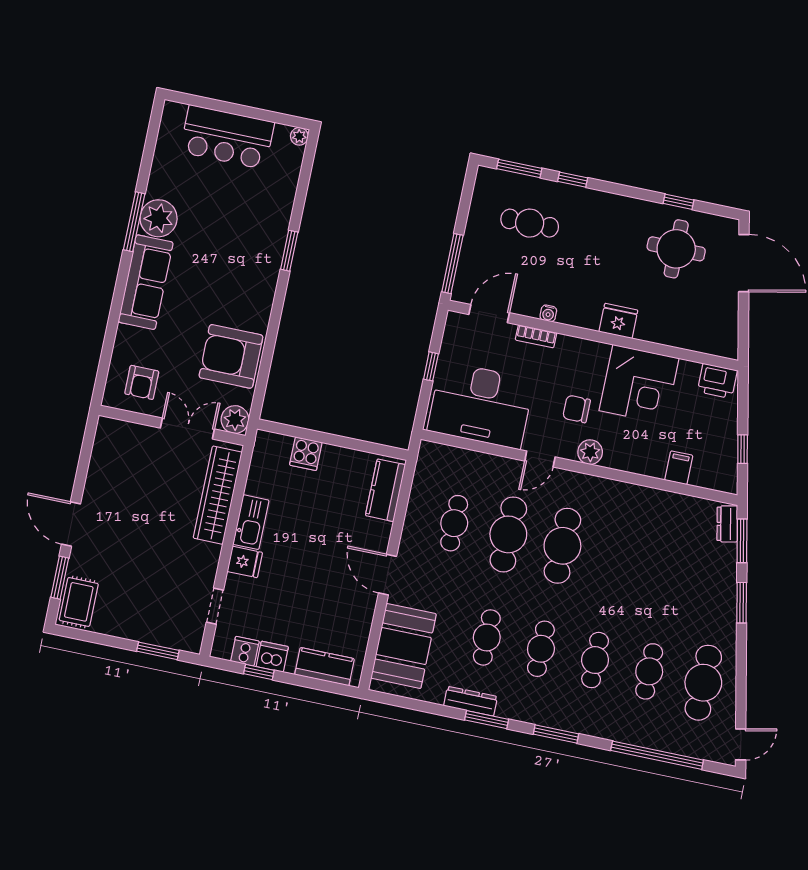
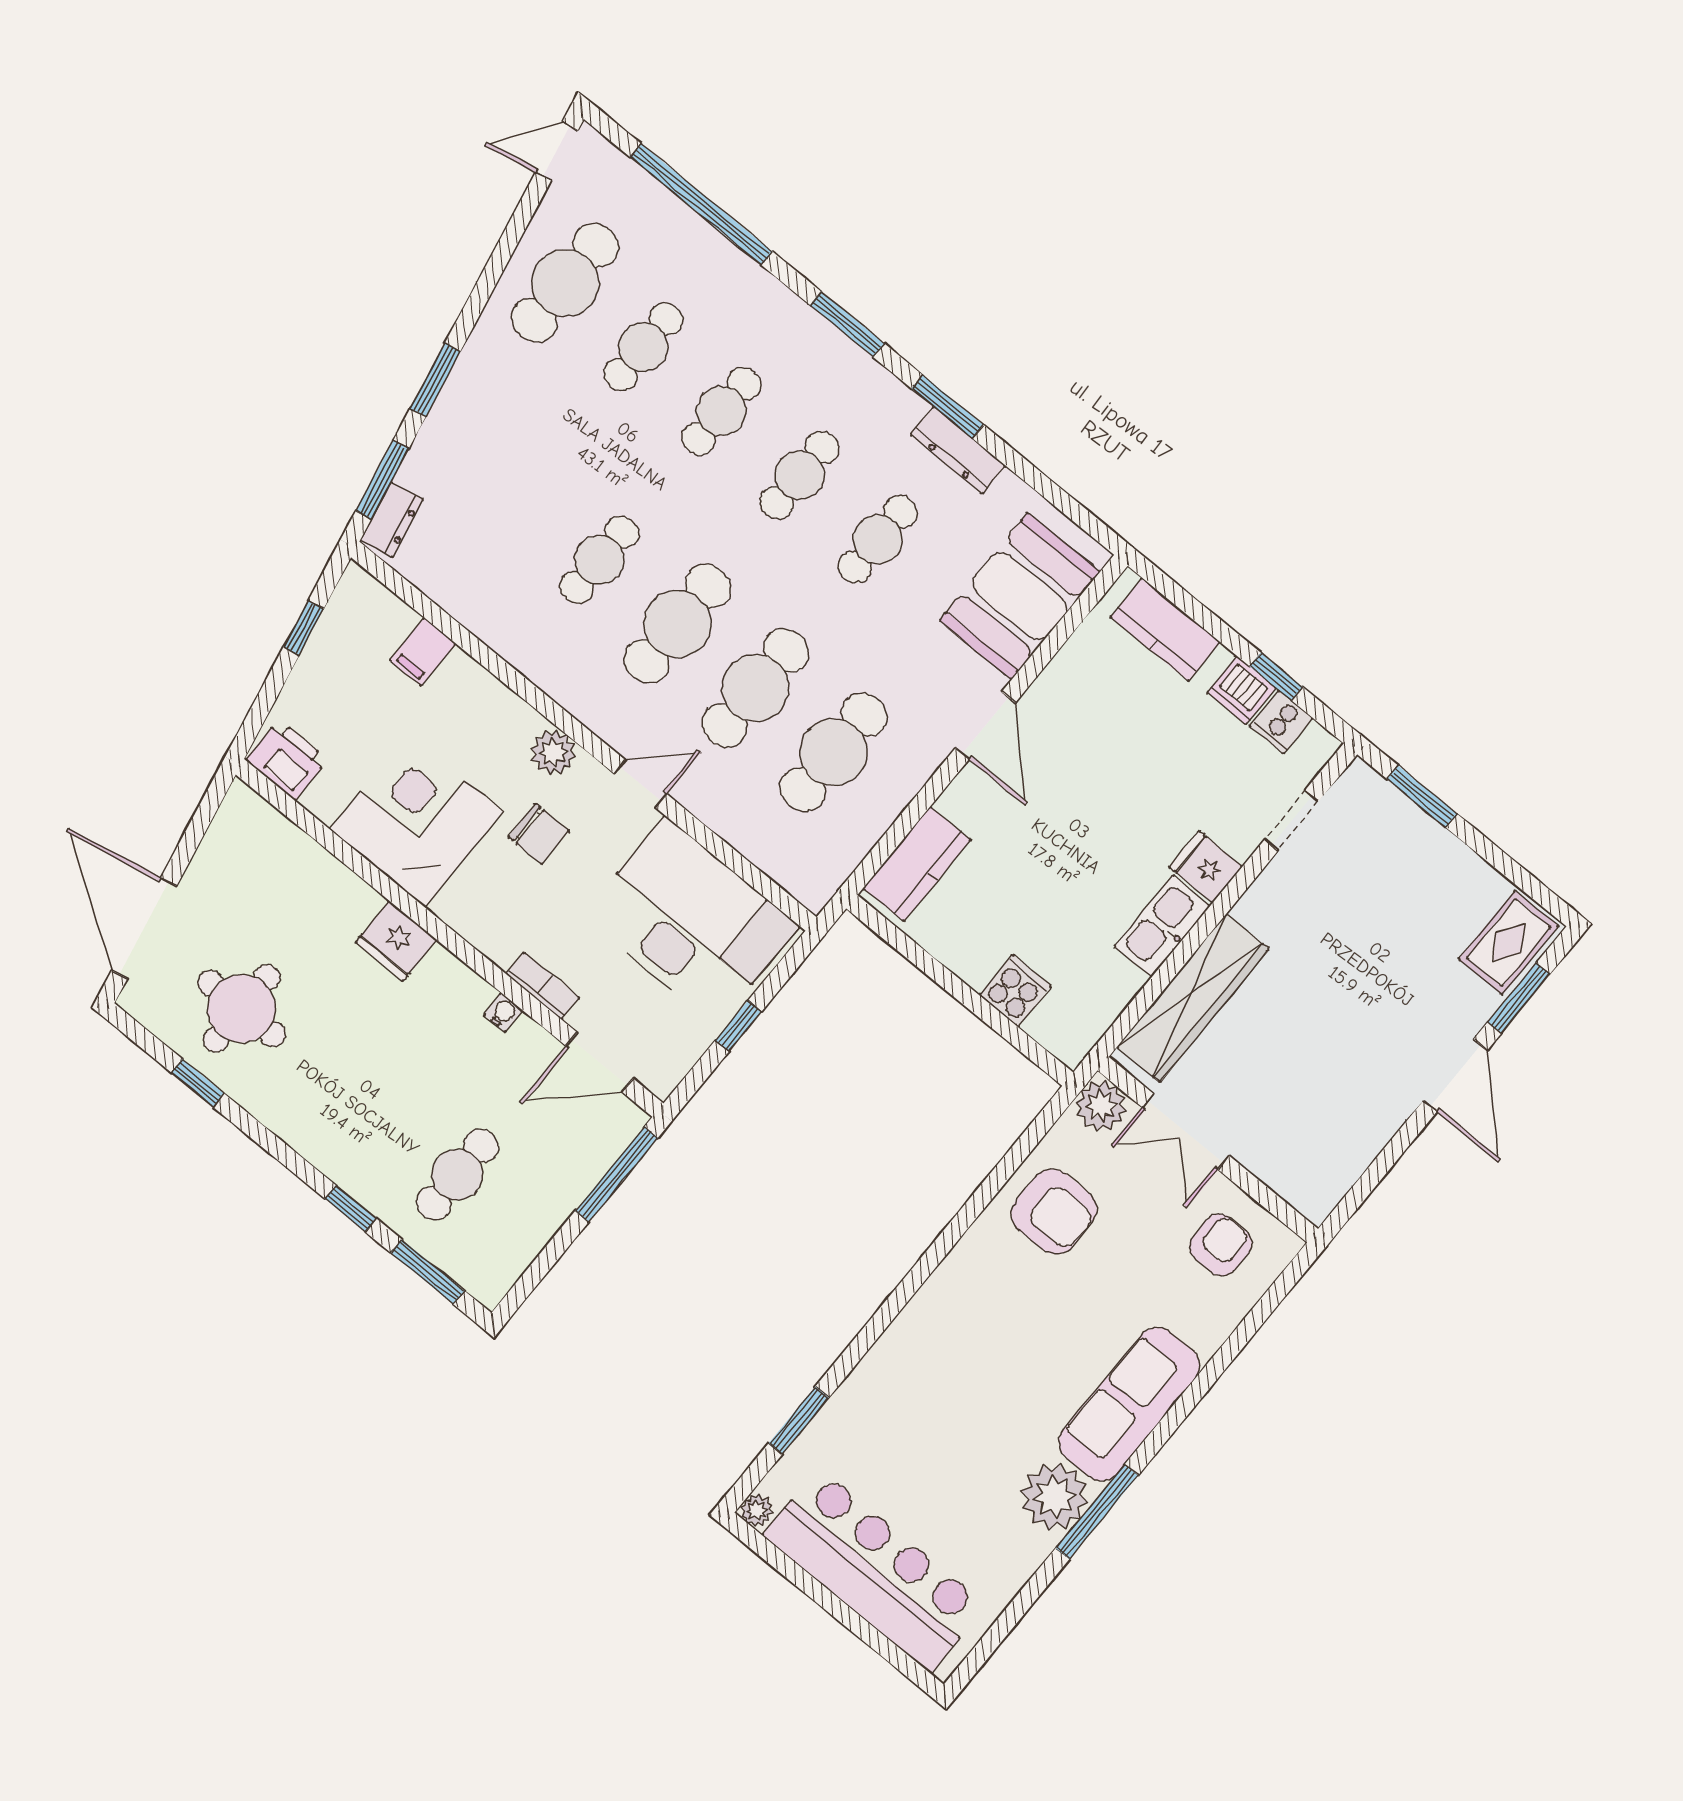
bar counter: (227, 137) -> (875, 1570), width x1.36
cafe table: (530, 223) -> (457, 1175), turned 90
window: (289, 251) -> (799, 1420), moved
armchair: (231, 356) -> (1054, 1211), width x0.73, depth x0.73
cafe table: (454, 523) -> (834, 752), width x1.37, depth x1.35
cafe table: (617, 557) -> (599, 560), added

